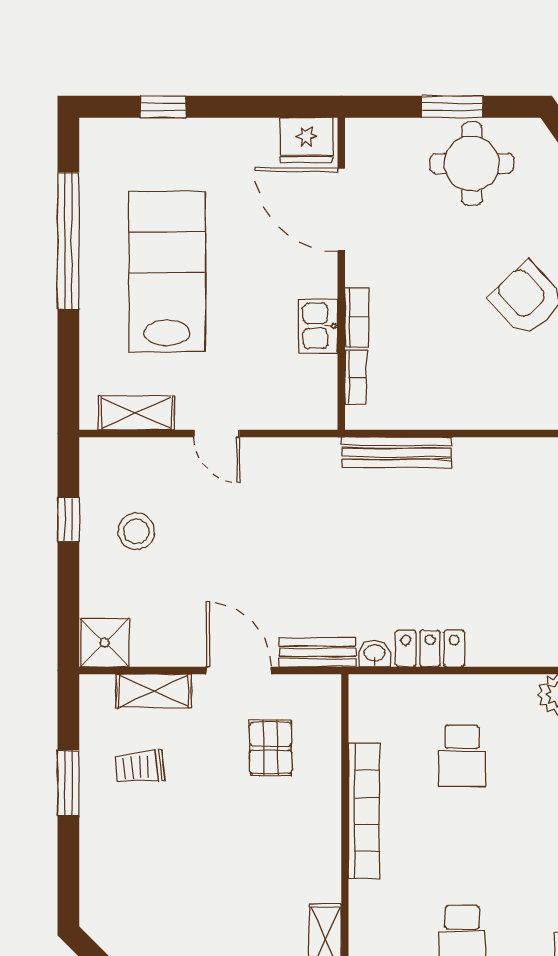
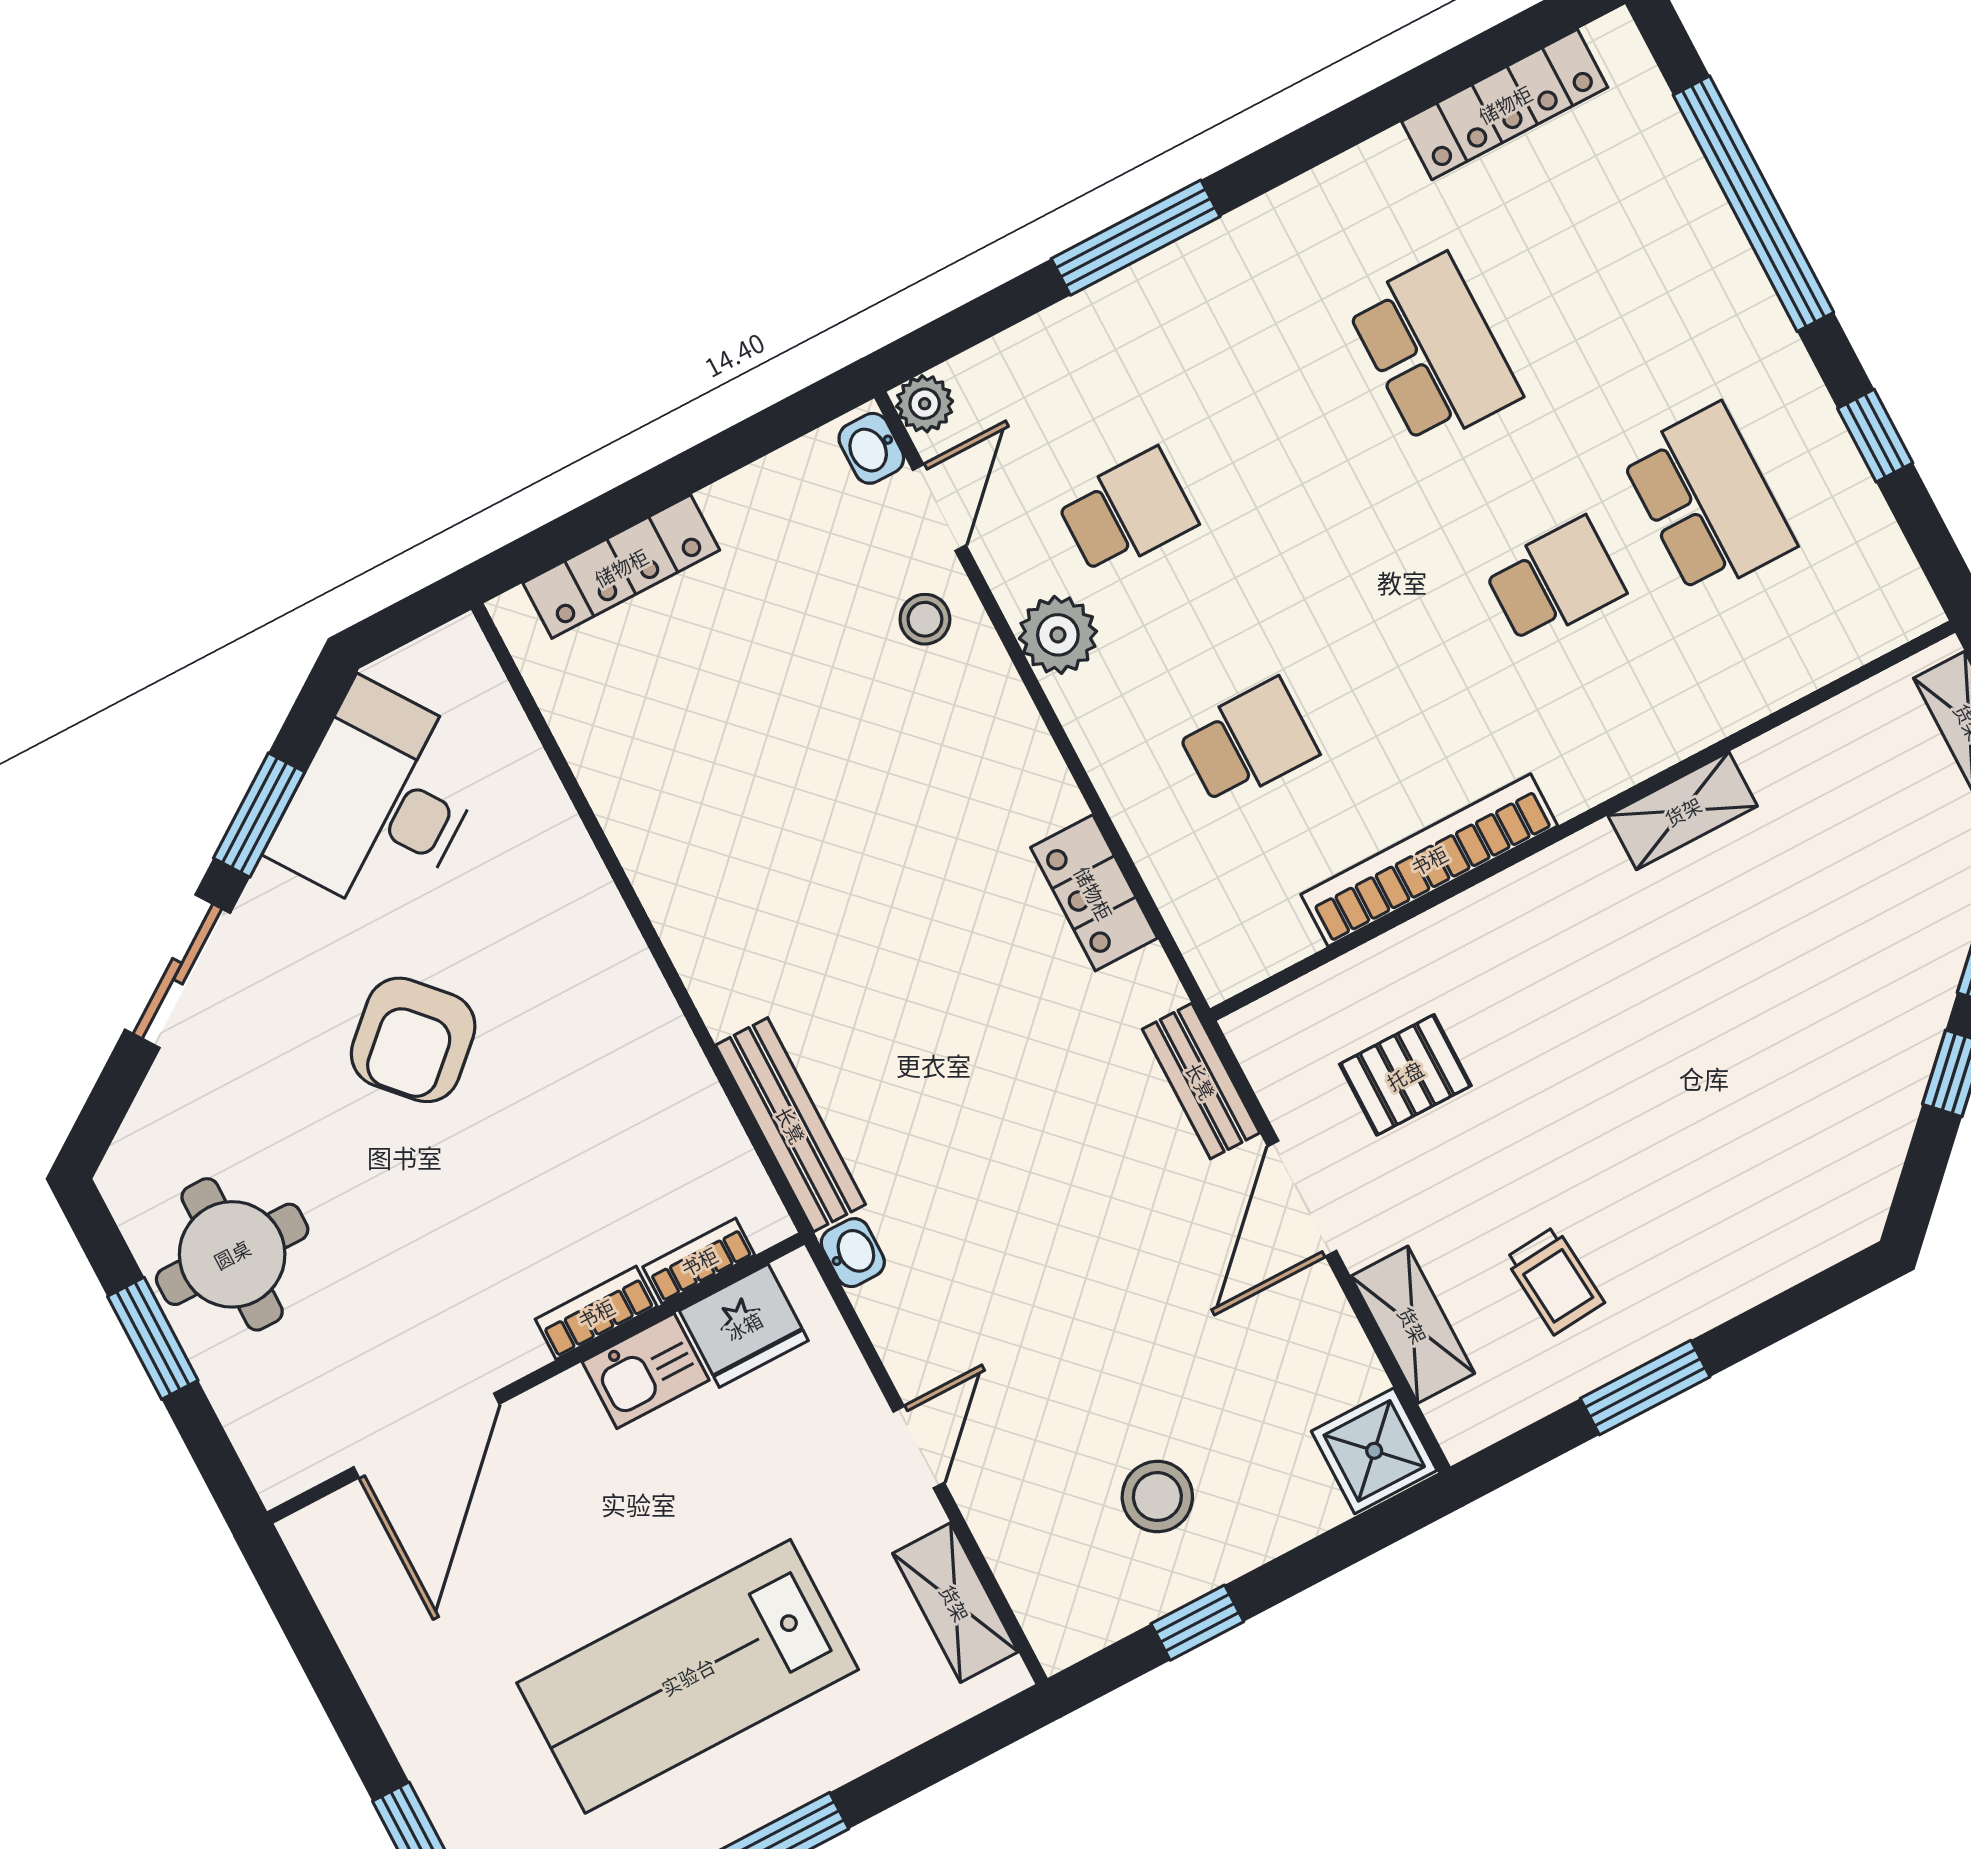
fridge: (306, 140) -> (744, 1326), moved, turned 90
washbasin: (375, 654) -> (853, 1253), moved, turned 180

